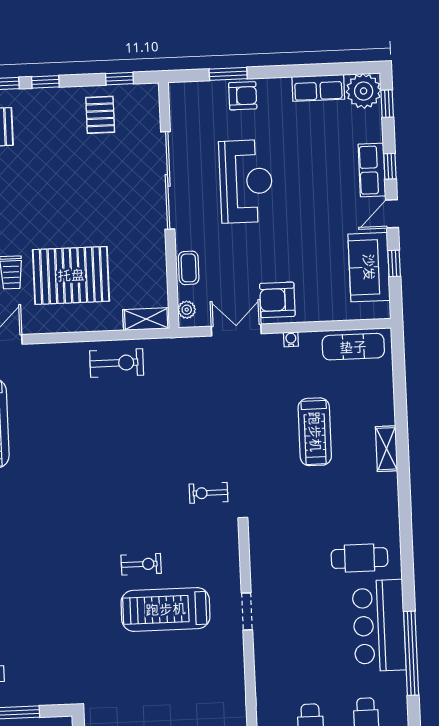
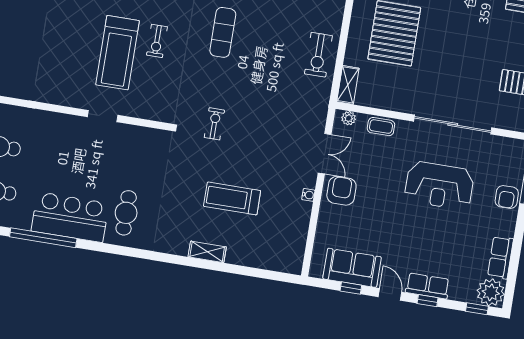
exercise mat: (353, 347) -> (223, 32), moved
exercise bike: (208, 493) -> (214, 124), moved
treadmill: (166, 609) -> (118, 53), turned 180

